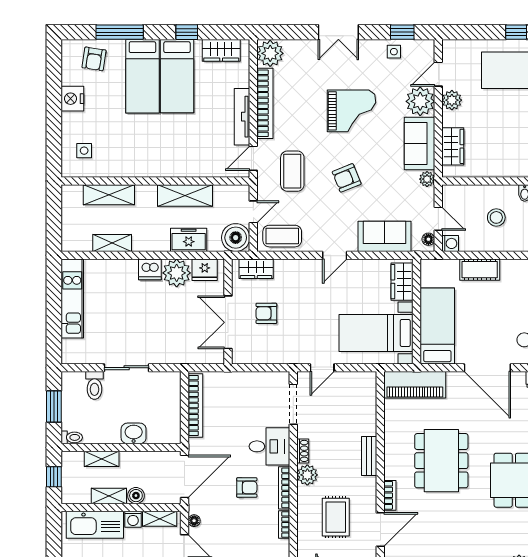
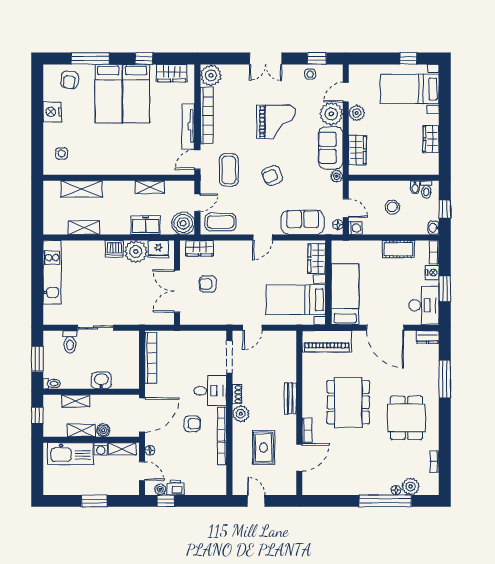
shelving: (185, 195) -> (150, 187), width x0.67, depth x0.75
cot: (480, 270) -> (398, 249), moved

